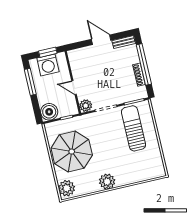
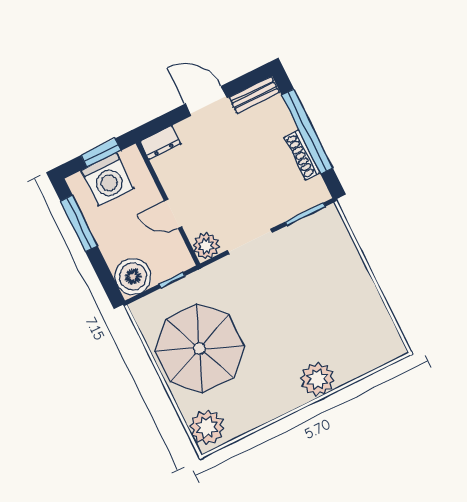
dresser: (76, 54) -> (160, 142), added
sun lounger: (134, 128) -> (317, 270), removed
plant: (107, 182) -> (317, 379), moved

